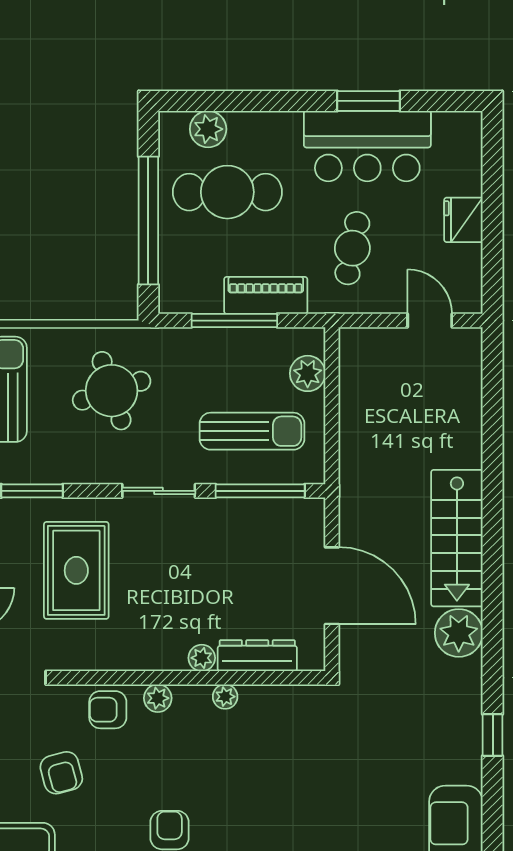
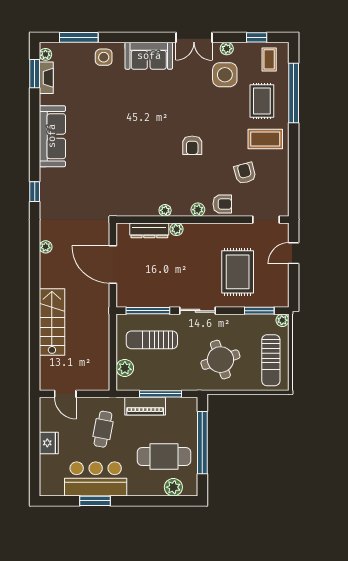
stairs: (457, 538) -> (52, 322), moved
plant: (459, 633) -> (46, 247), width x0.53, depth x0.53

